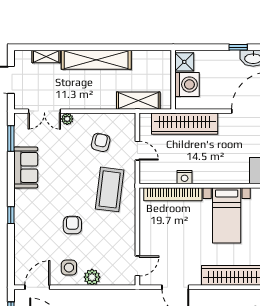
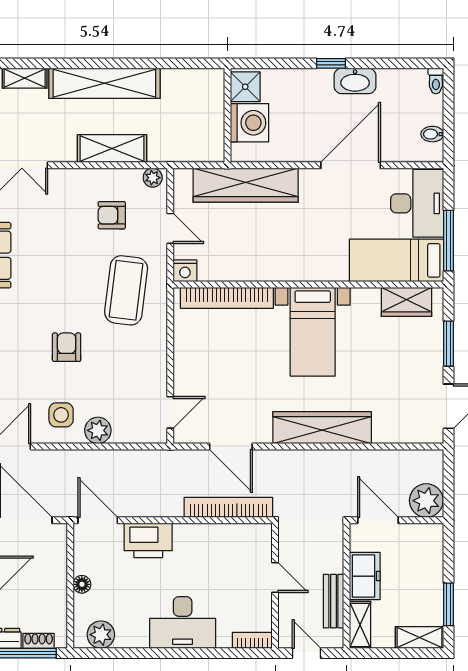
shelving: (138, 101) -> (112, 149), moved
plant: (67, 119) -> (153, 178), moved
armchair: (101, 142) -> (112, 215), turned -103
nightstand: (185, 177) -> (185, 271), moved

